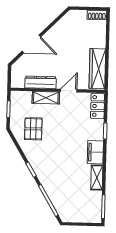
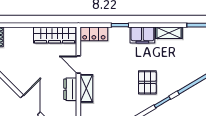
dresser: (41, 82) -> (70, 89), width x0.70
pallet: (33, 129) -> (147, 82), moved, turned 90

